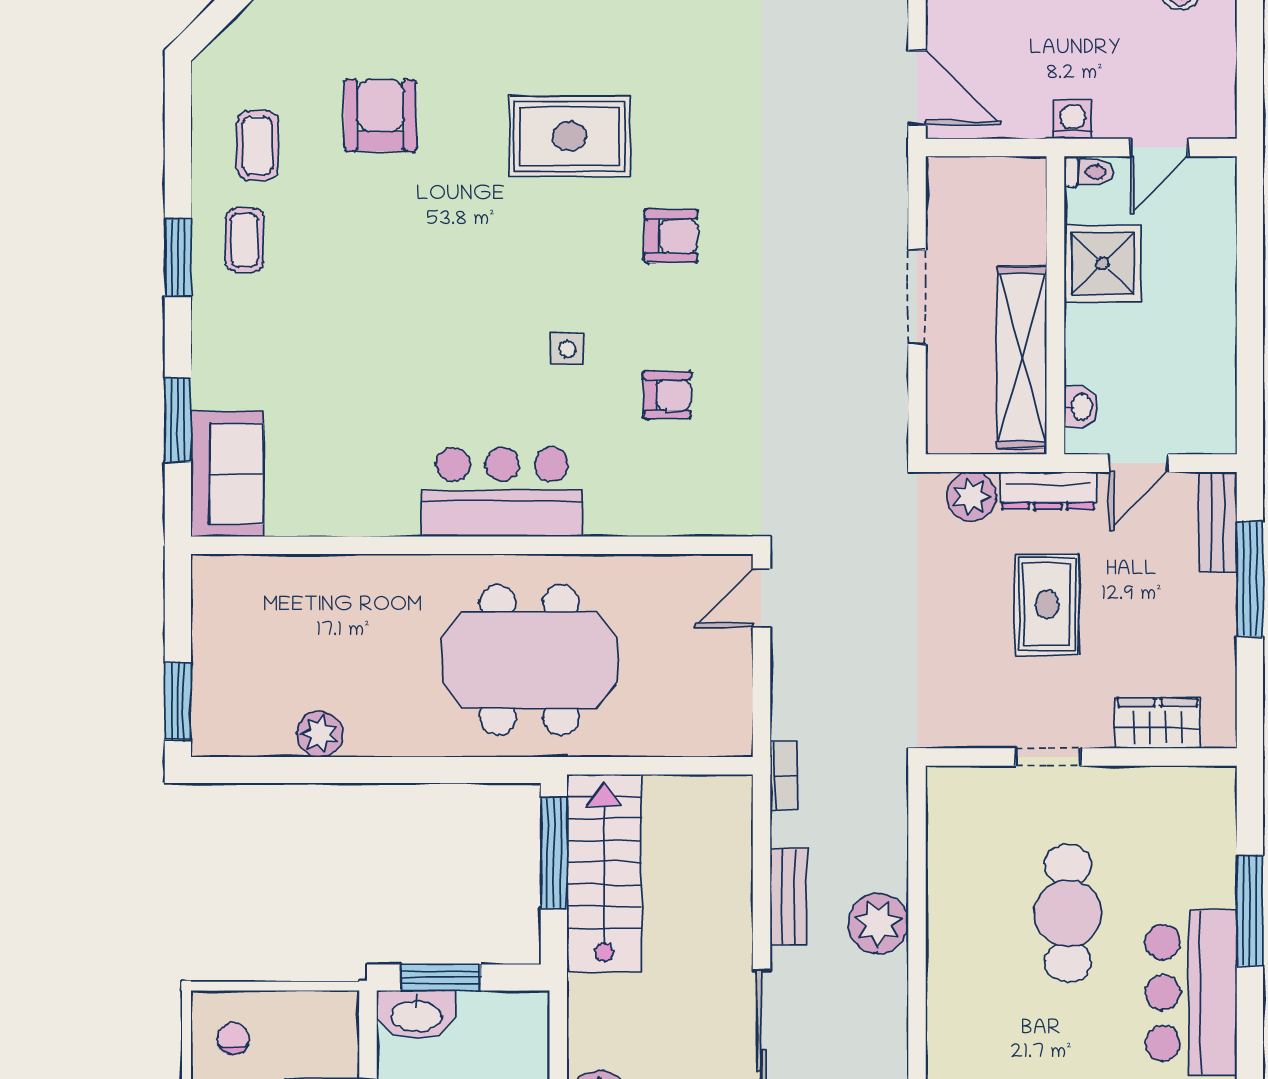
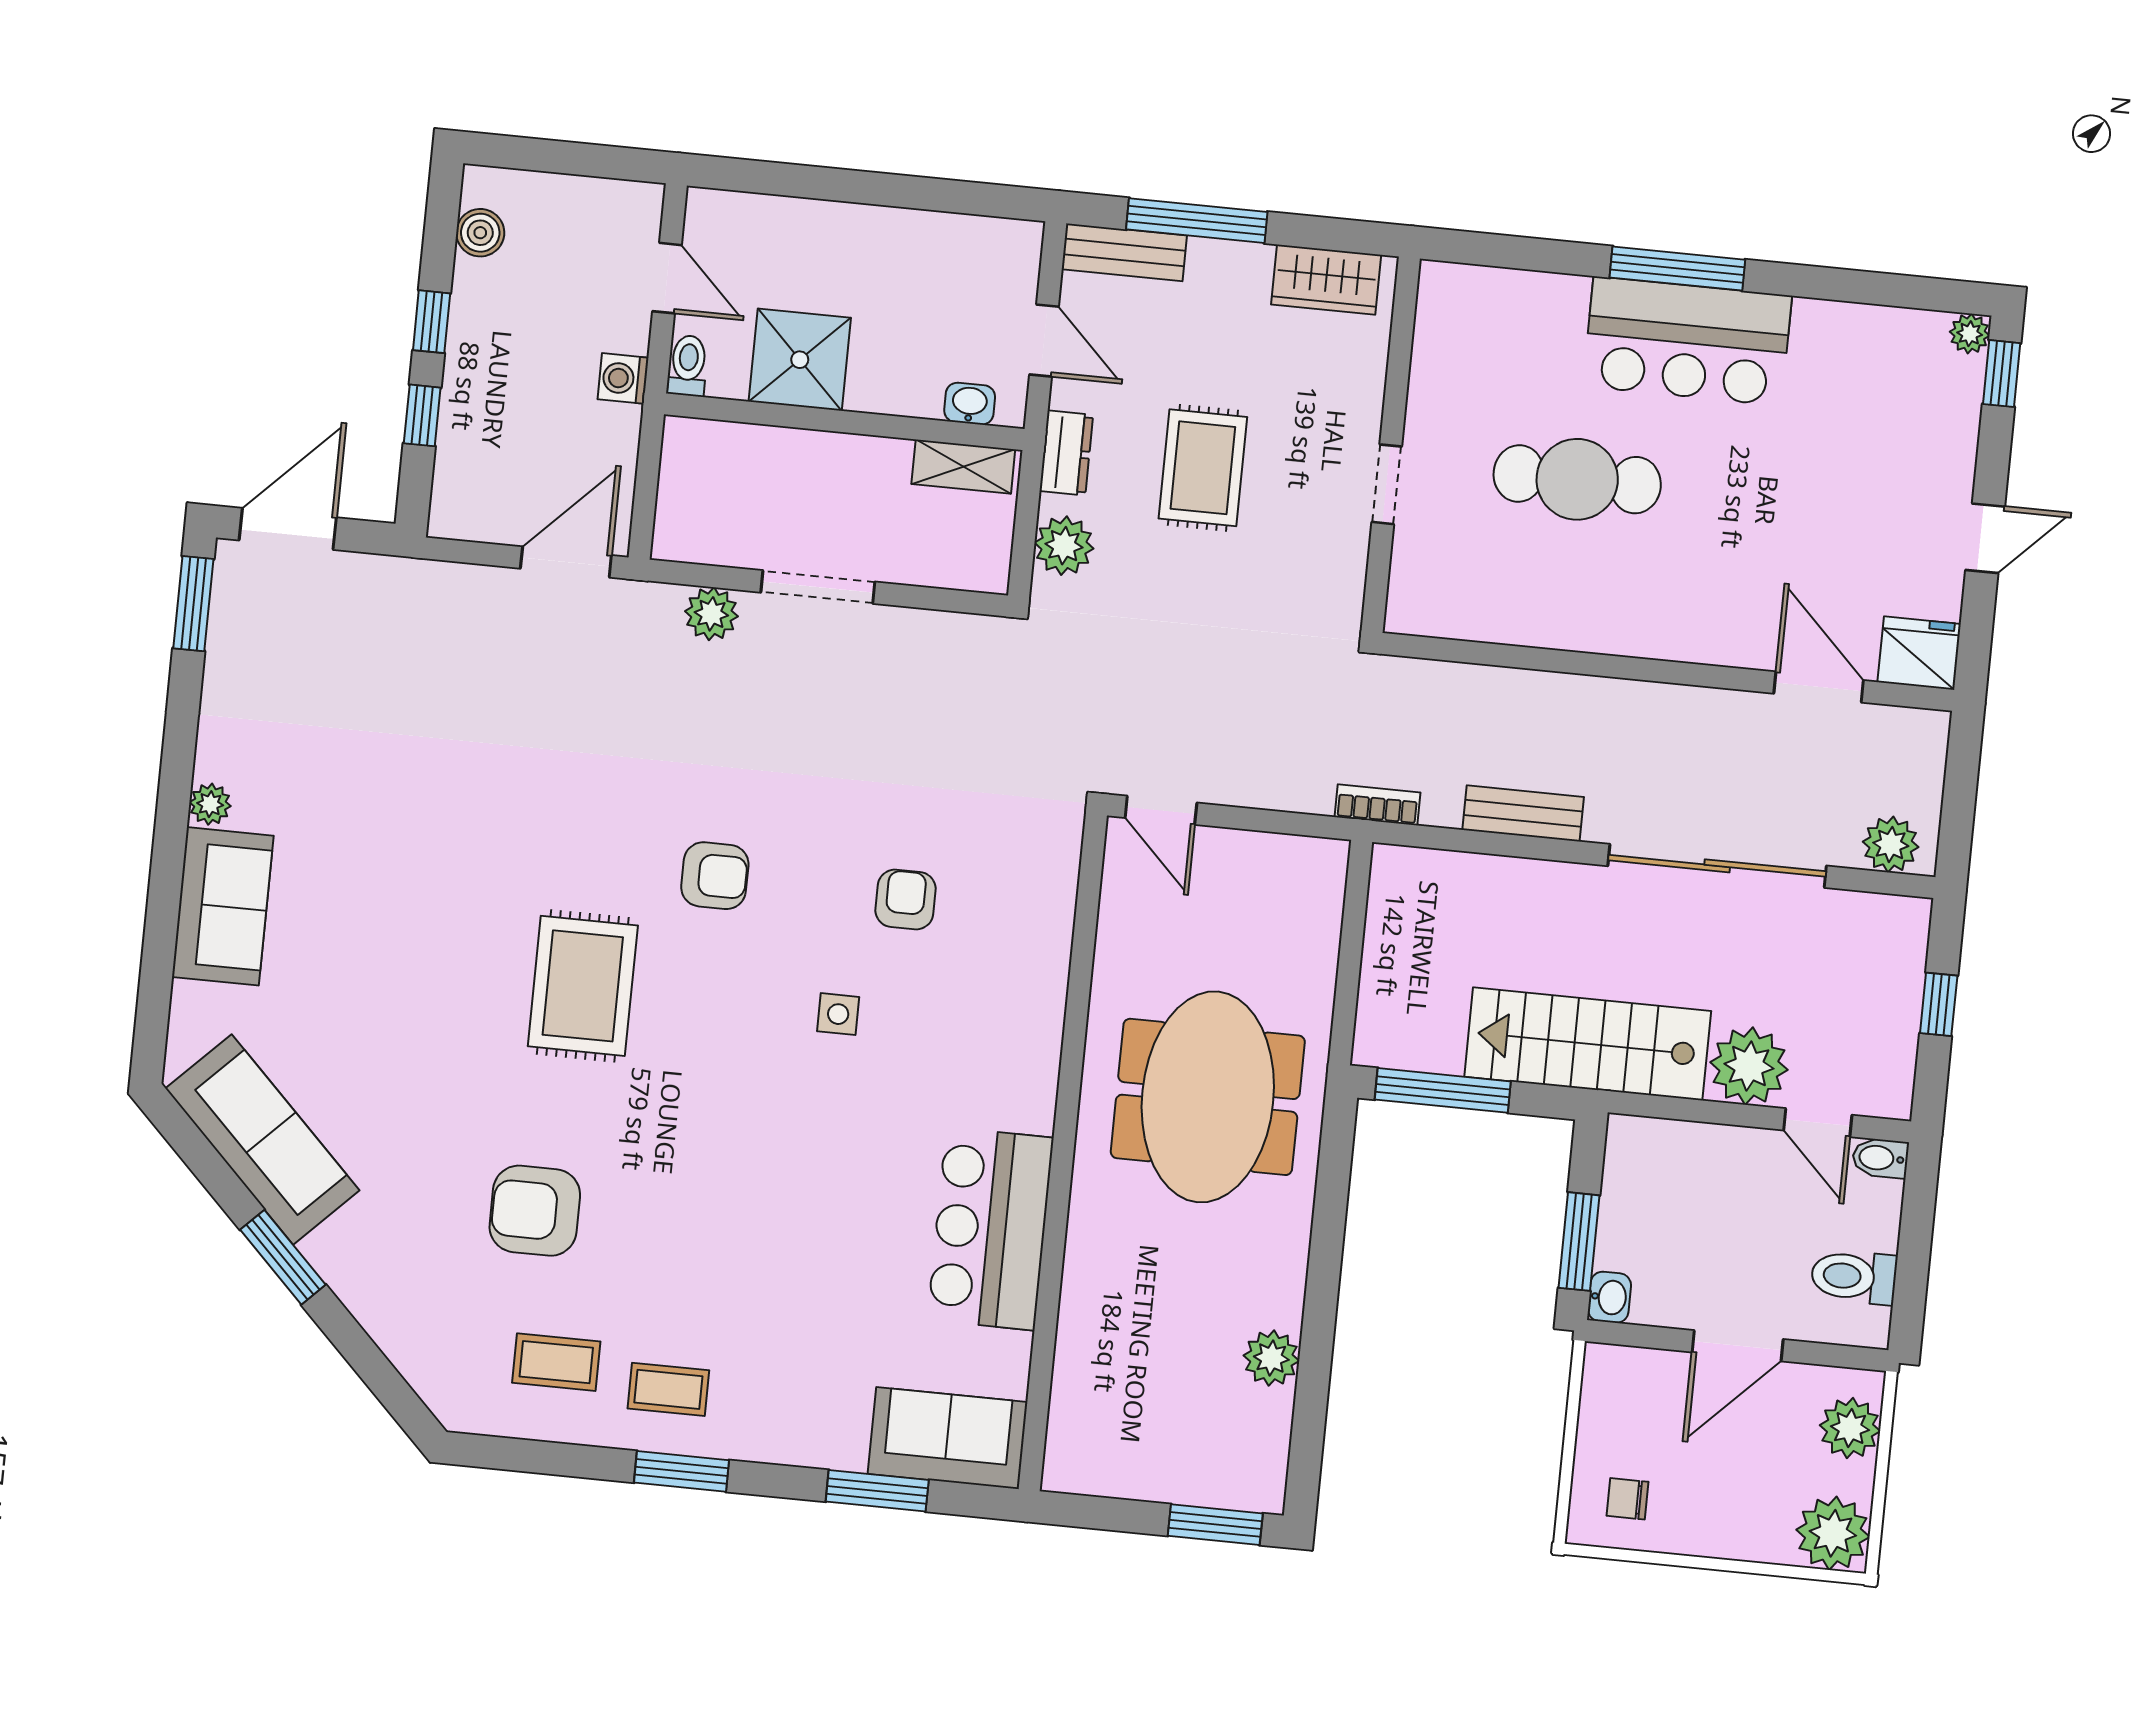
armchair: (671, 236) -> (715, 876), turned 90
shelving: (1022, 357) -> (963, 467), width x0.45, depth x0.75
dresser: (1048, 491) -> (1066, 453), width x0.70
bar counter: (502, 492) -> (990, 1229), moved
rug: (1047, 604) -> (1203, 468), turned 90
wardrobe: (1157, 723) -> (1326, 280), moved, turned -90
stairs: (604, 873) -> (1588, 1044), moved
window: (1250, 911) -> (1677, 269), moved
plant: (878, 923) -> (711, 614), moved, width x0.73, depth x0.73
washbasin: (416, 1015) -> (1609, 1297), width x0.52, depth x0.69

